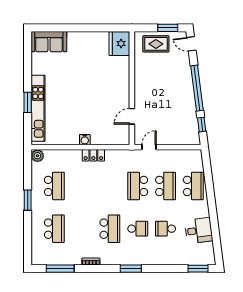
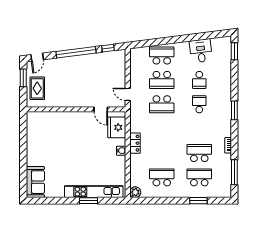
fridge: (119, 44) -> (117, 127), moved, turned 90
school desk: (165, 186) -> (162, 80), turned 180
window: (28, 200) -> (198, 201), moved
school desk: (110, 229) -> (199, 153), moved

